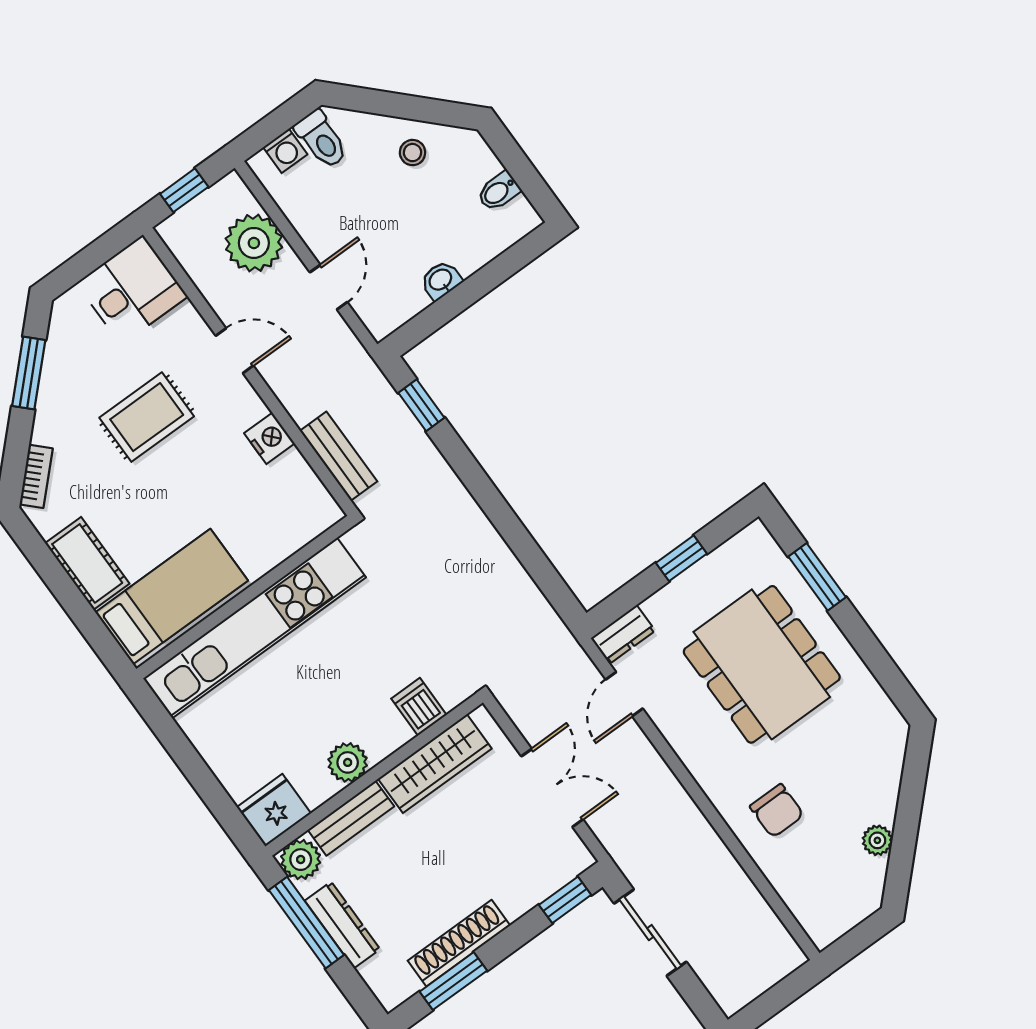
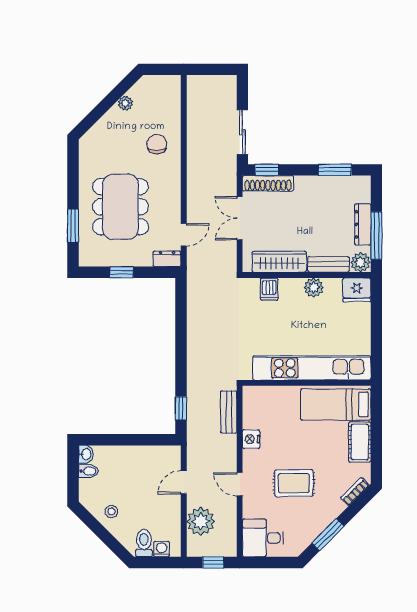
washbasin: (441, 280) -> (86, 454), moved, turned -90
shoe rack: (459, 943) -> (268, 183), moved

